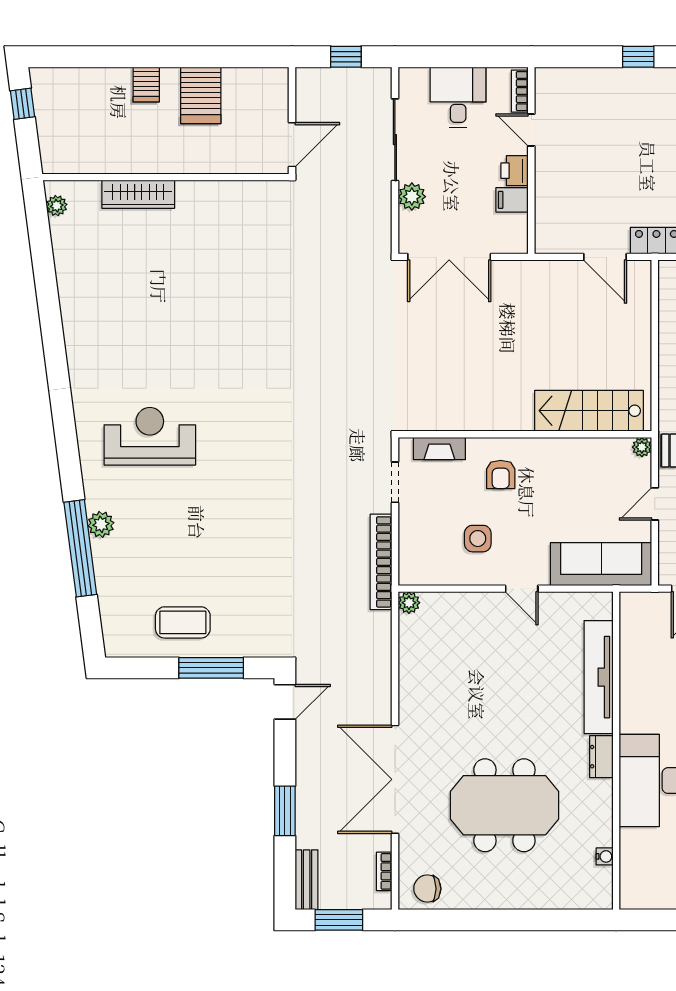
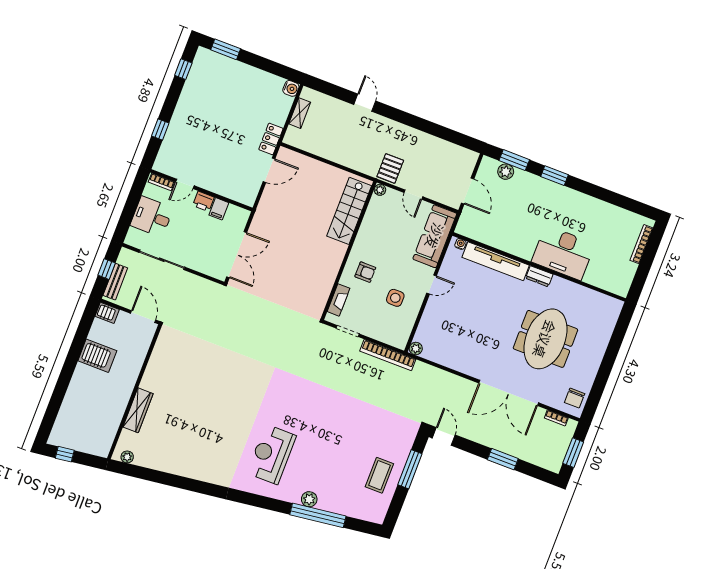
window: (638, 57) -> (160, 129), moved
server rack: (146, 85) -> (107, 313), moved
plant: (412, 197) -> (196, 262), removed
water cooler: (605, 856) -> (460, 244), moved
bench: (307, 880) -> (115, 282), moved, turned 90

